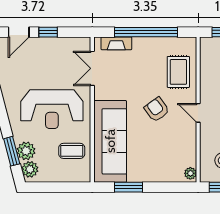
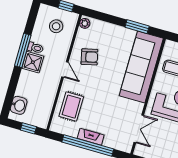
fireplace: (116, 43) -> (91, 137), moved
armchair: (157, 109) -> (89, 57), moved, turned -67

